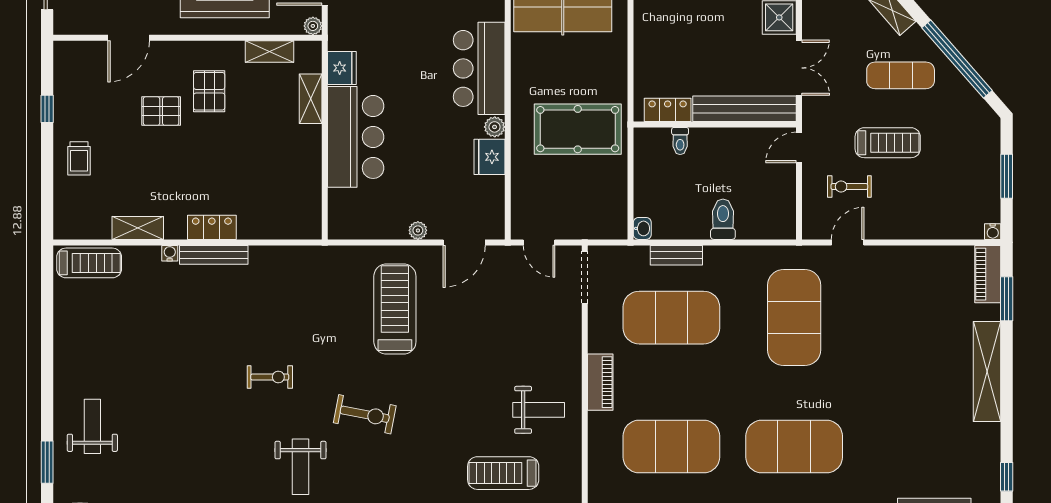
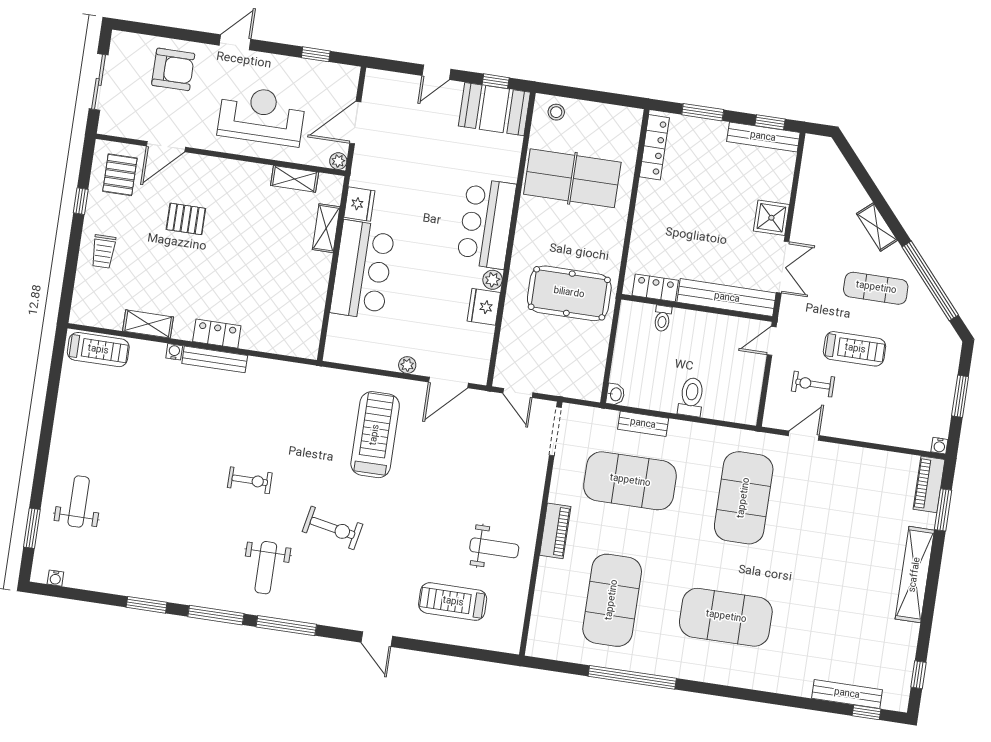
pallet: (209, 91) -> (120, 175), moved
exercise mat: (671, 447) -> (612, 600), turned 90

